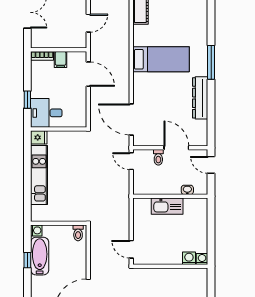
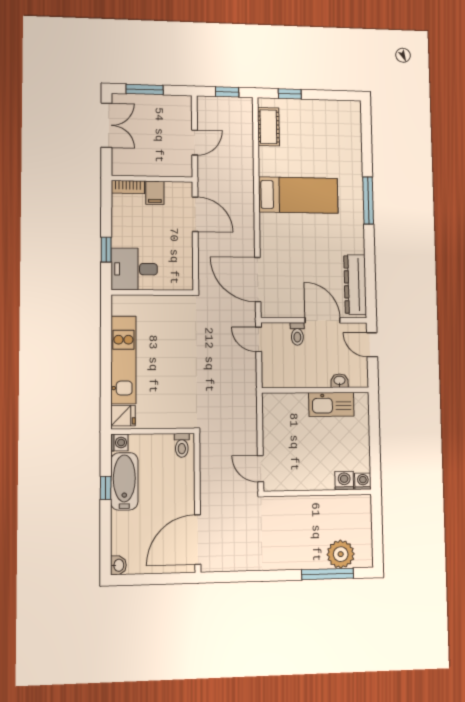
dresser: (200, 98) -> (355, 284), moved
fridge: (39, 137) -> (123, 416), moved
kitchen sink: (167, 206) -> (331, 404), moved

